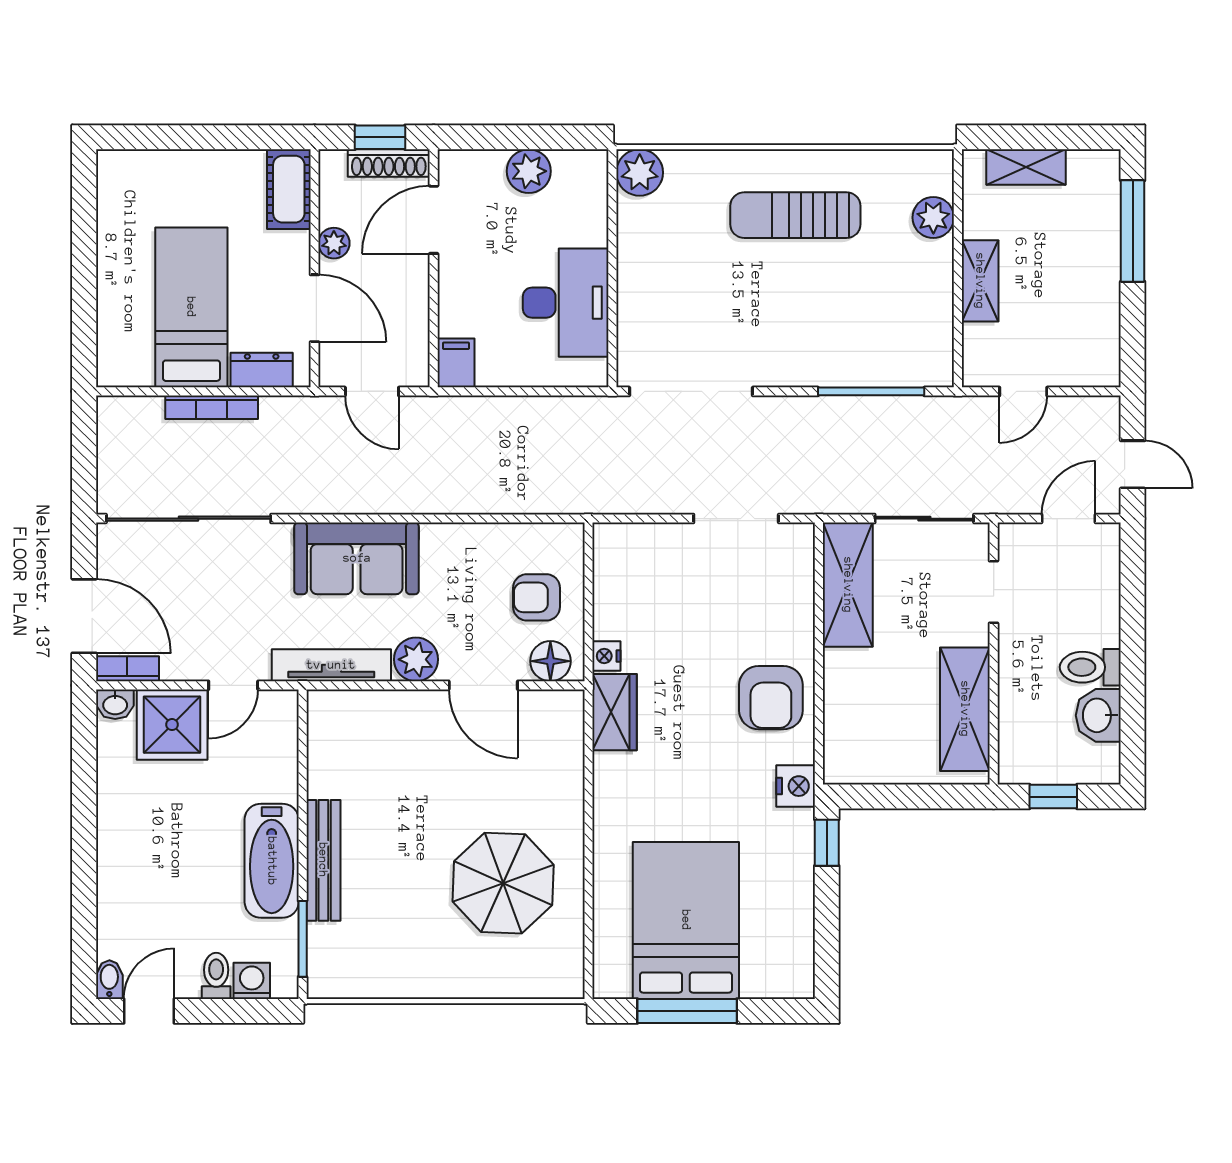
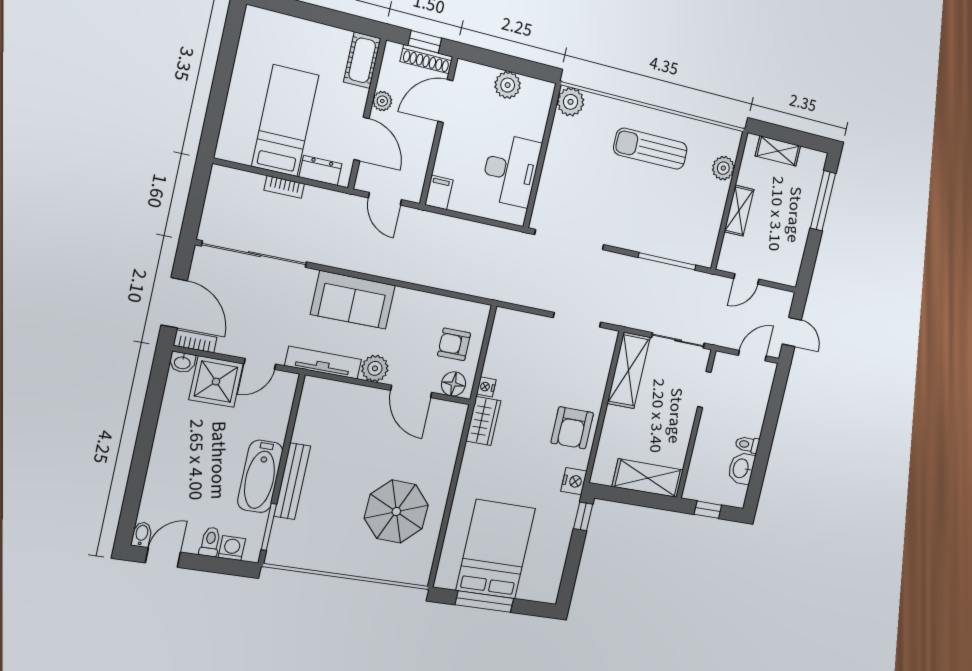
bookcase: (212, 407) -> (284, 187), width x0.64
toilet: (1090, 667) -> (747, 445), width x0.73, depth x0.72
shelving: (965, 709) -> (648, 478), moved, turned 90

